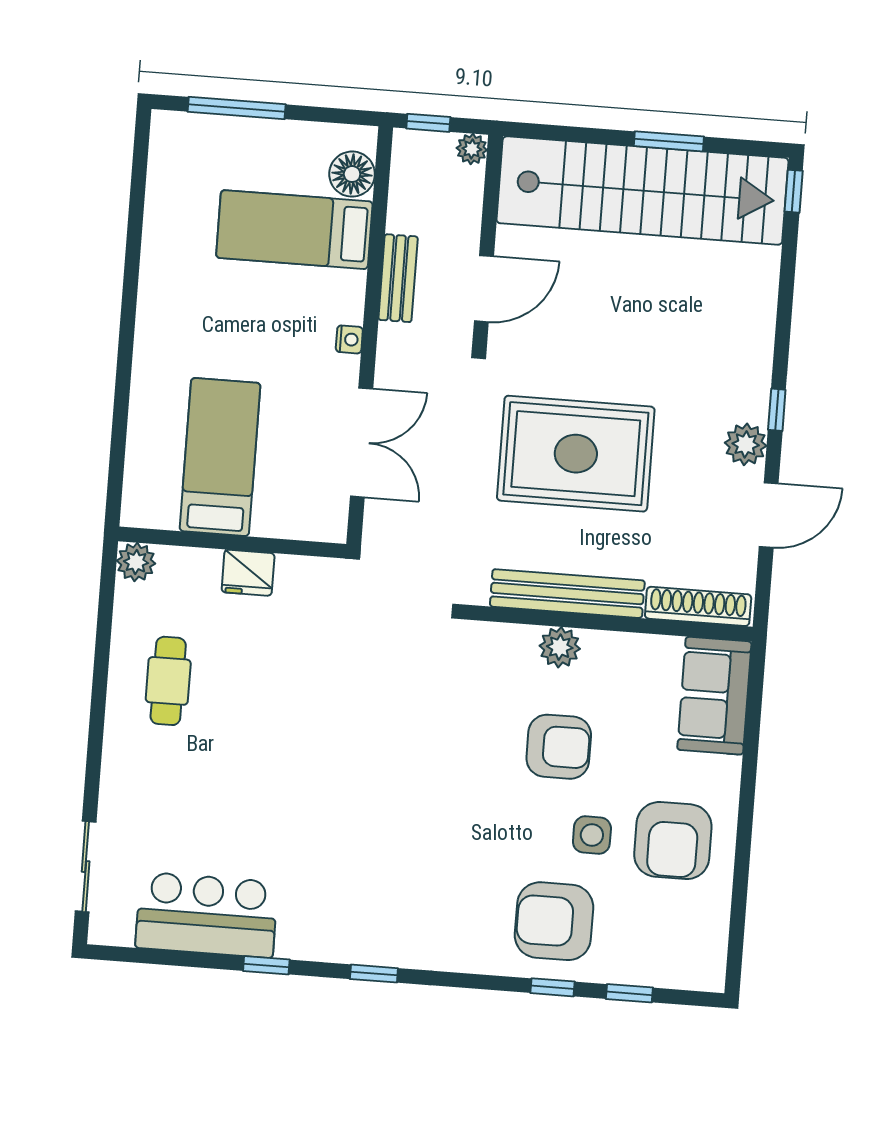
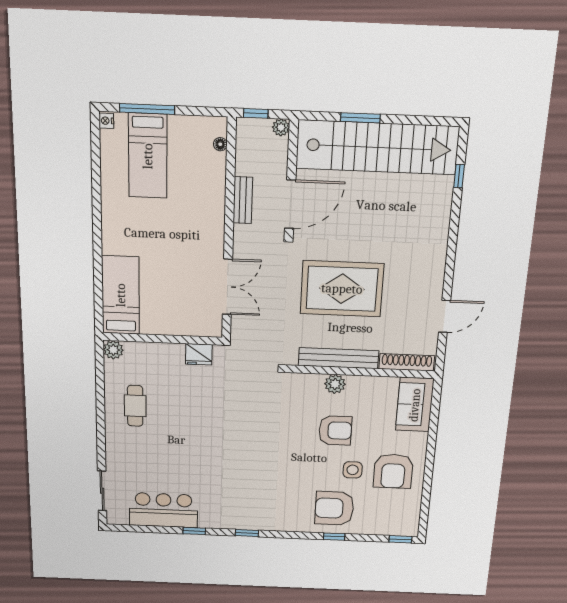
window: (669, 141) -> (360, 118), moved
floor lamp: (352, 174) -> (220, 144), width x0.53, depth x0.53
window: (794, 191) -> (459, 176), moved
bed: (294, 230) -> (148, 156), moved, turned -90
door: (484, 289) -> (290, 204), width x1.36
nightstand: (349, 339) -> (106, 121), moved, turned 180
window: (777, 410) -> (450, 263), removed
plant: (746, 444) -> (433, 281), removed
bed: (220, 457) -> (121, 295), moved
fridge: (248, 573) -> (199, 354), moved
window: (629, 993) -> (400, 539), moved

